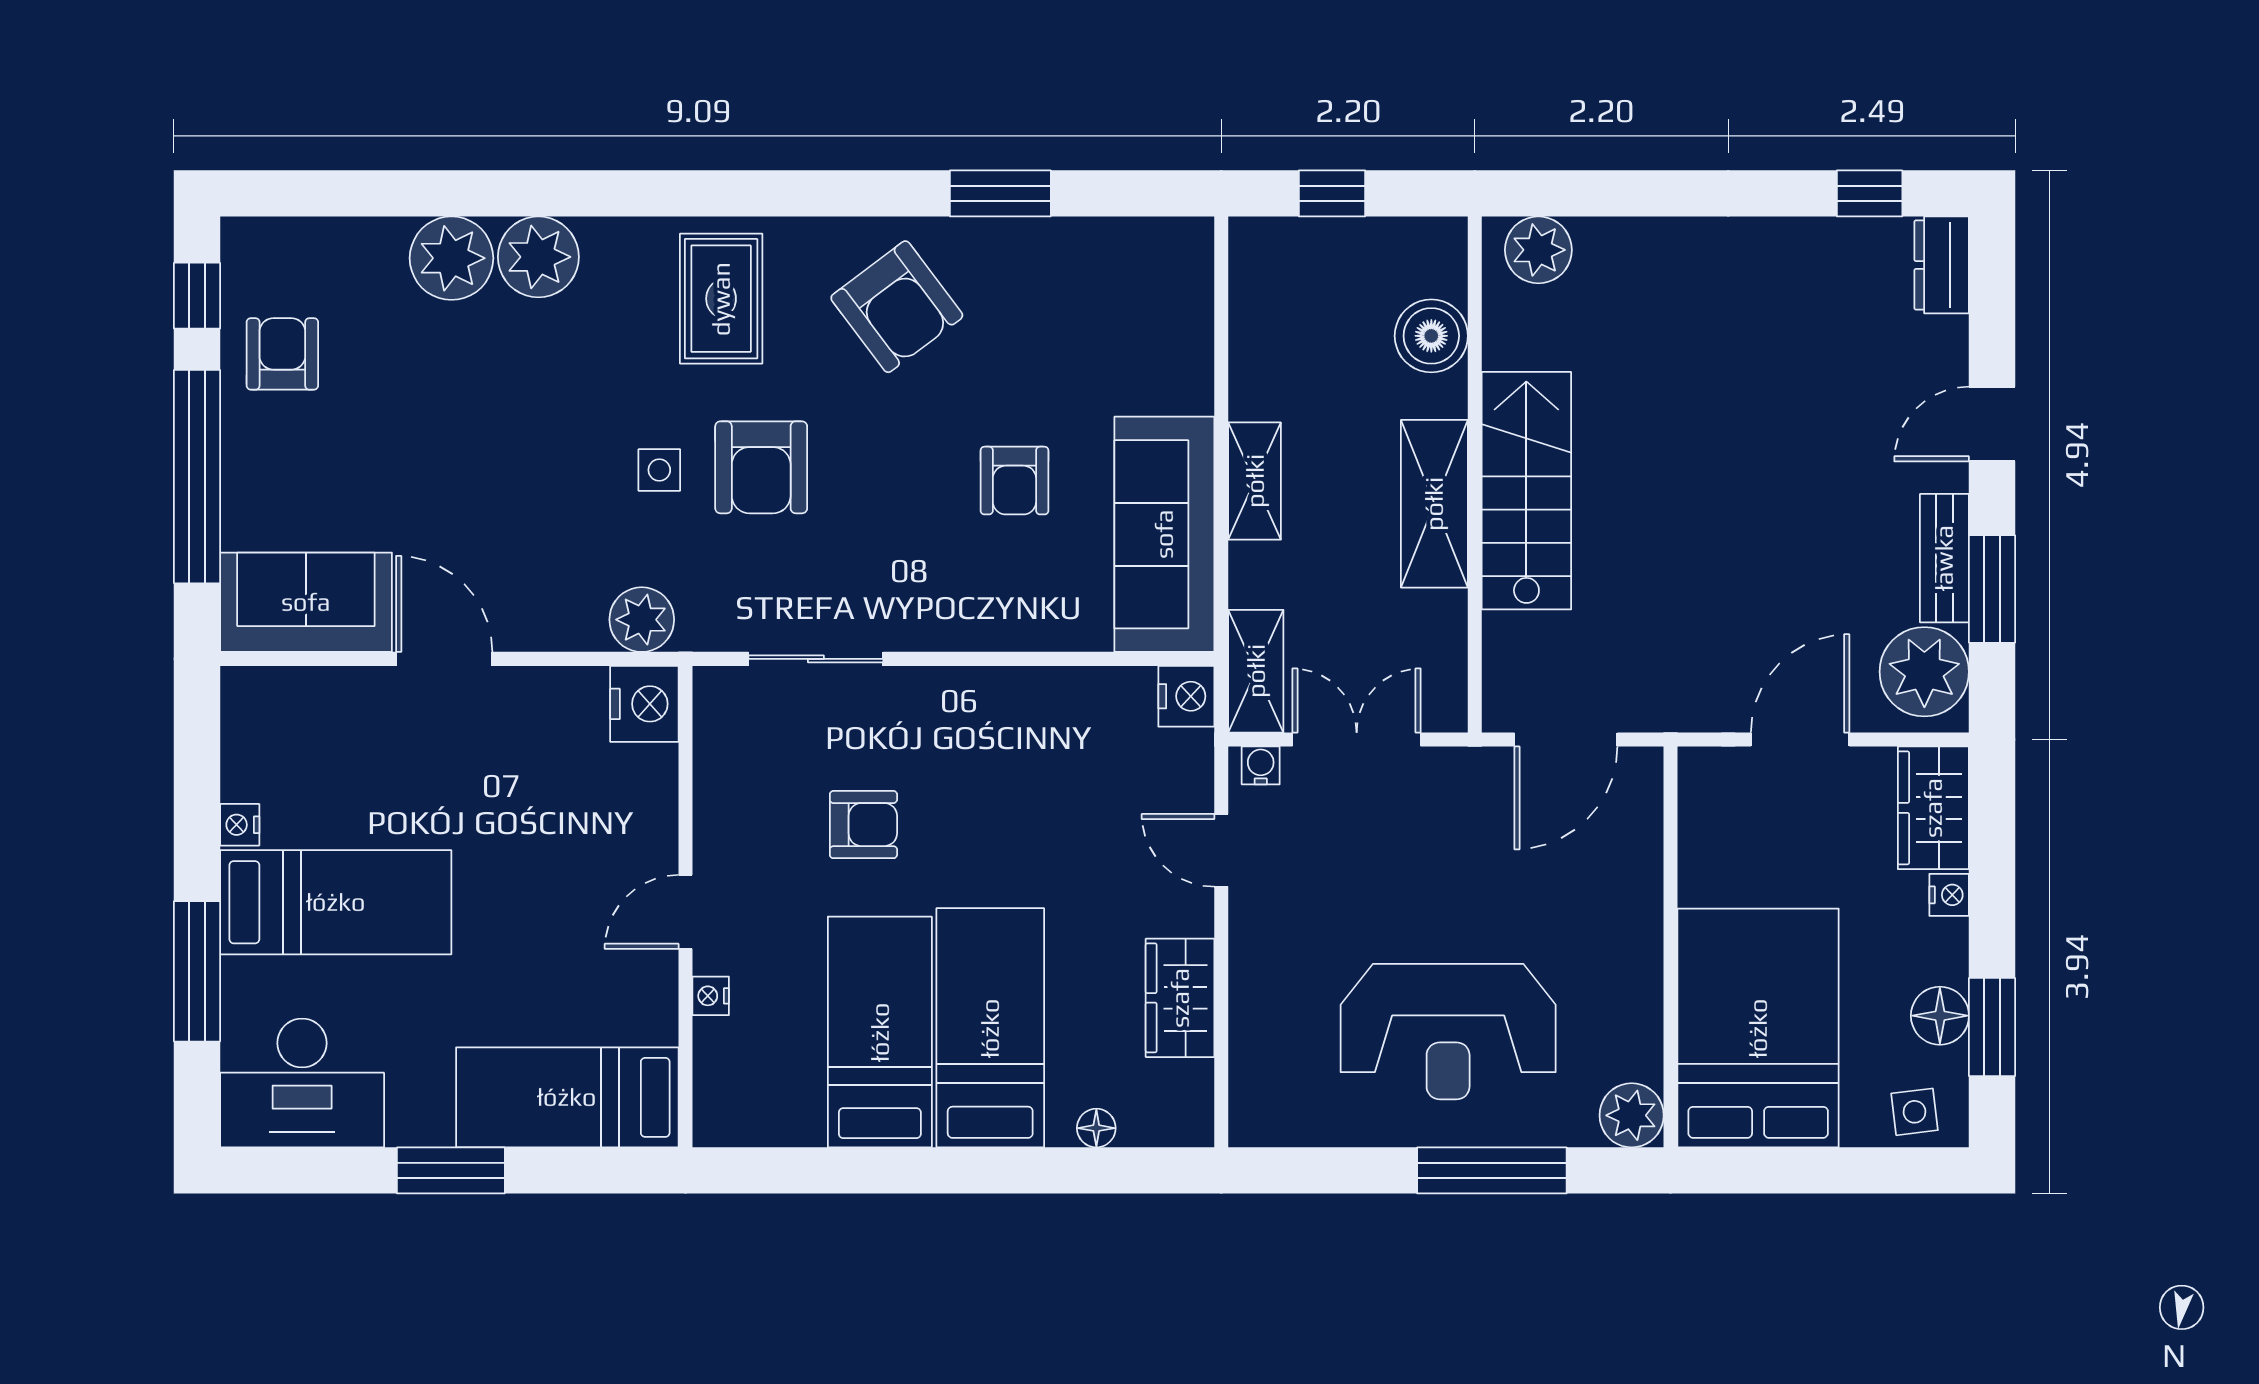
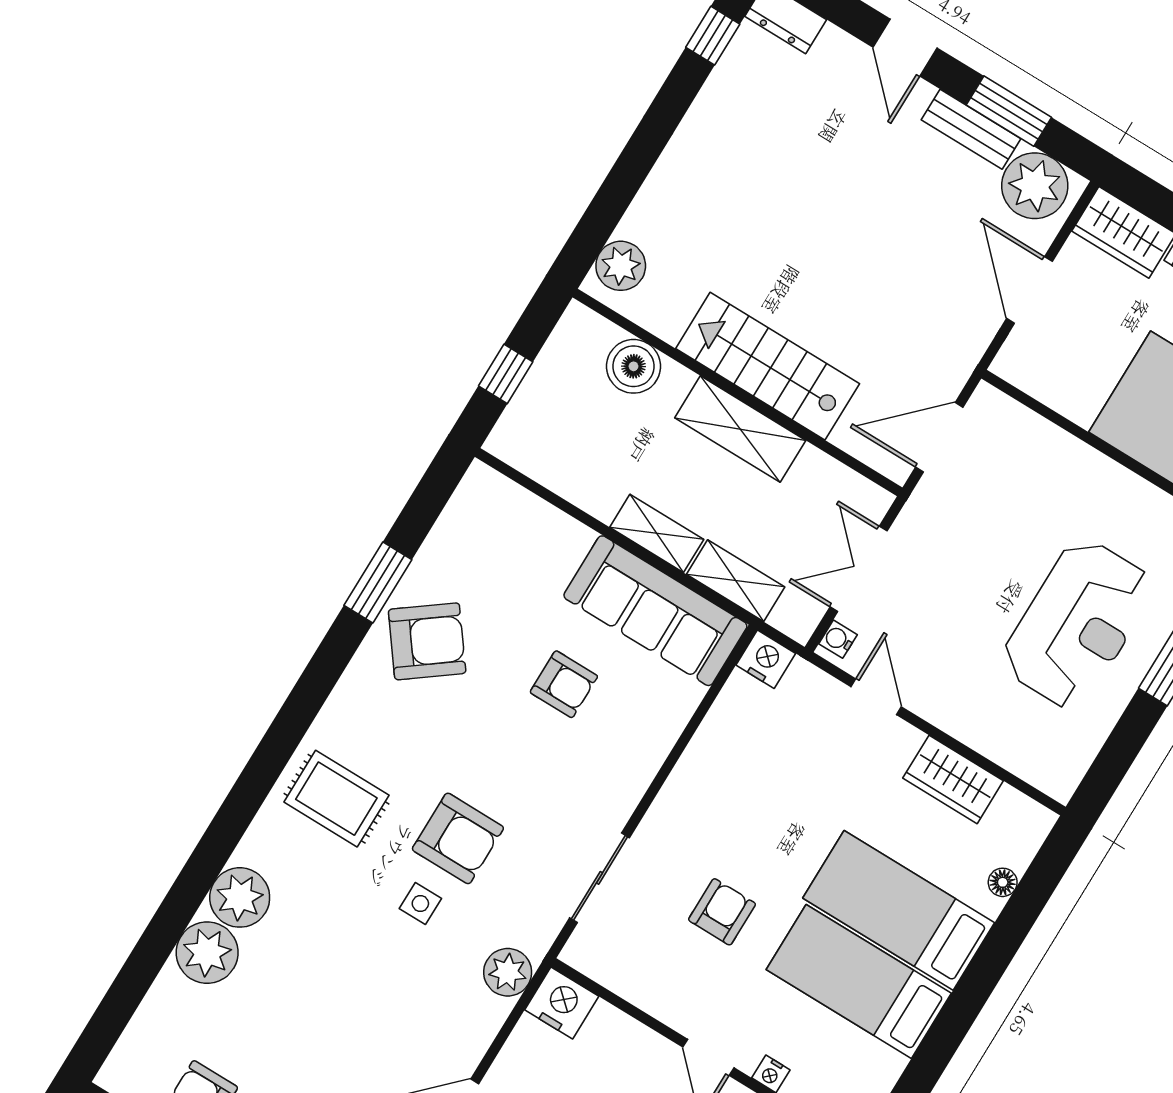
armchair: (897, 307) -> (427, 641), moved
shelving: (1256, 671) -> (736, 581), moved
door: (1566, 740) -> (939, 437), swing flipped
door: (1221, 850) -> (876, 697), swing flipped

